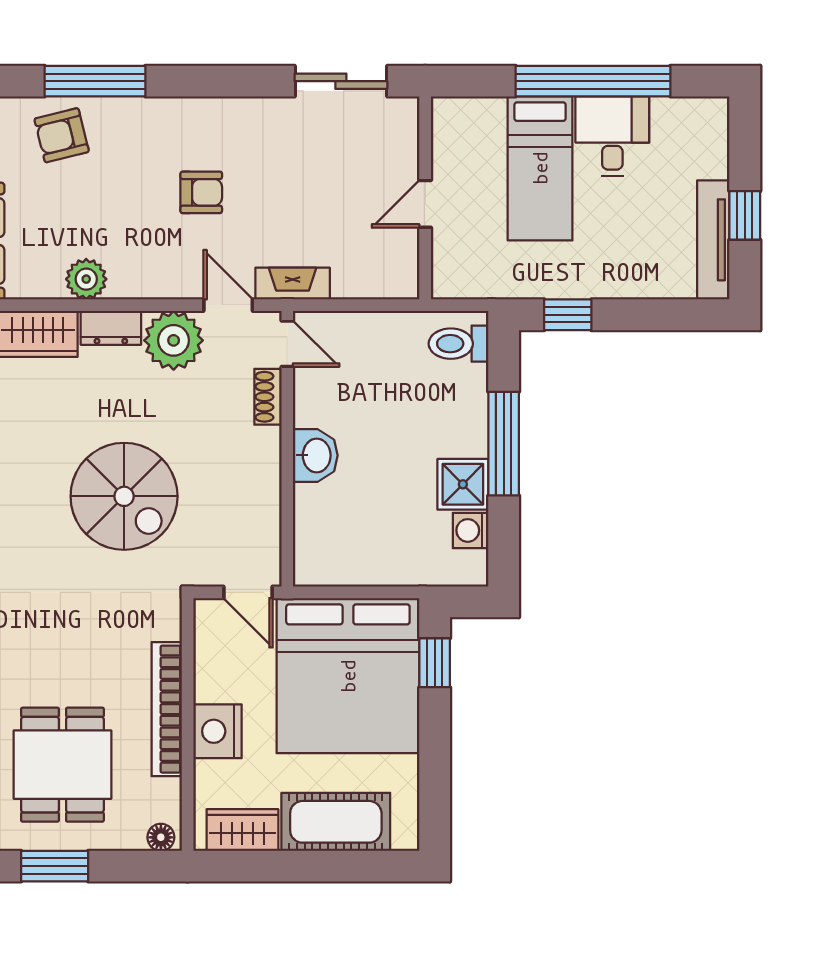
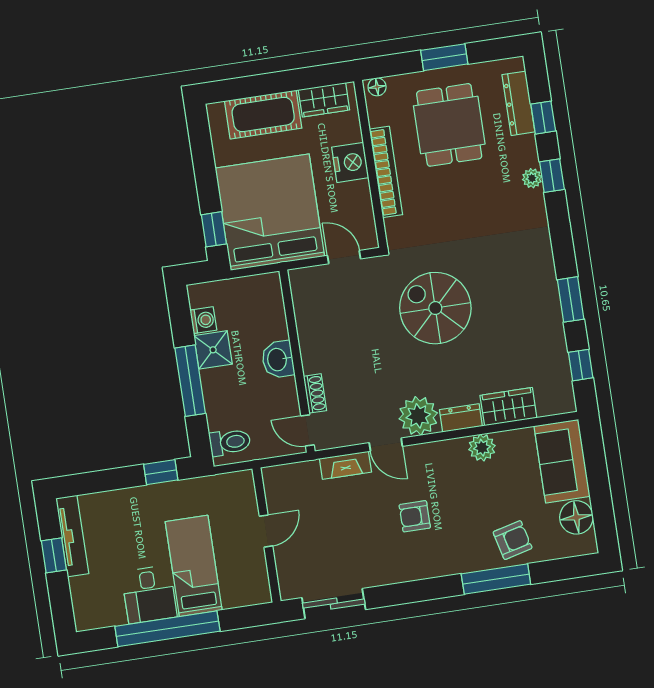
door: (287, 344) -> (308, 430), moved
shoe rack: (268, 397) -> (315, 393), moved
wall: (287, 449) -> (297, 361), moved
washbasin: (315, 455) -> (278, 359), moved

